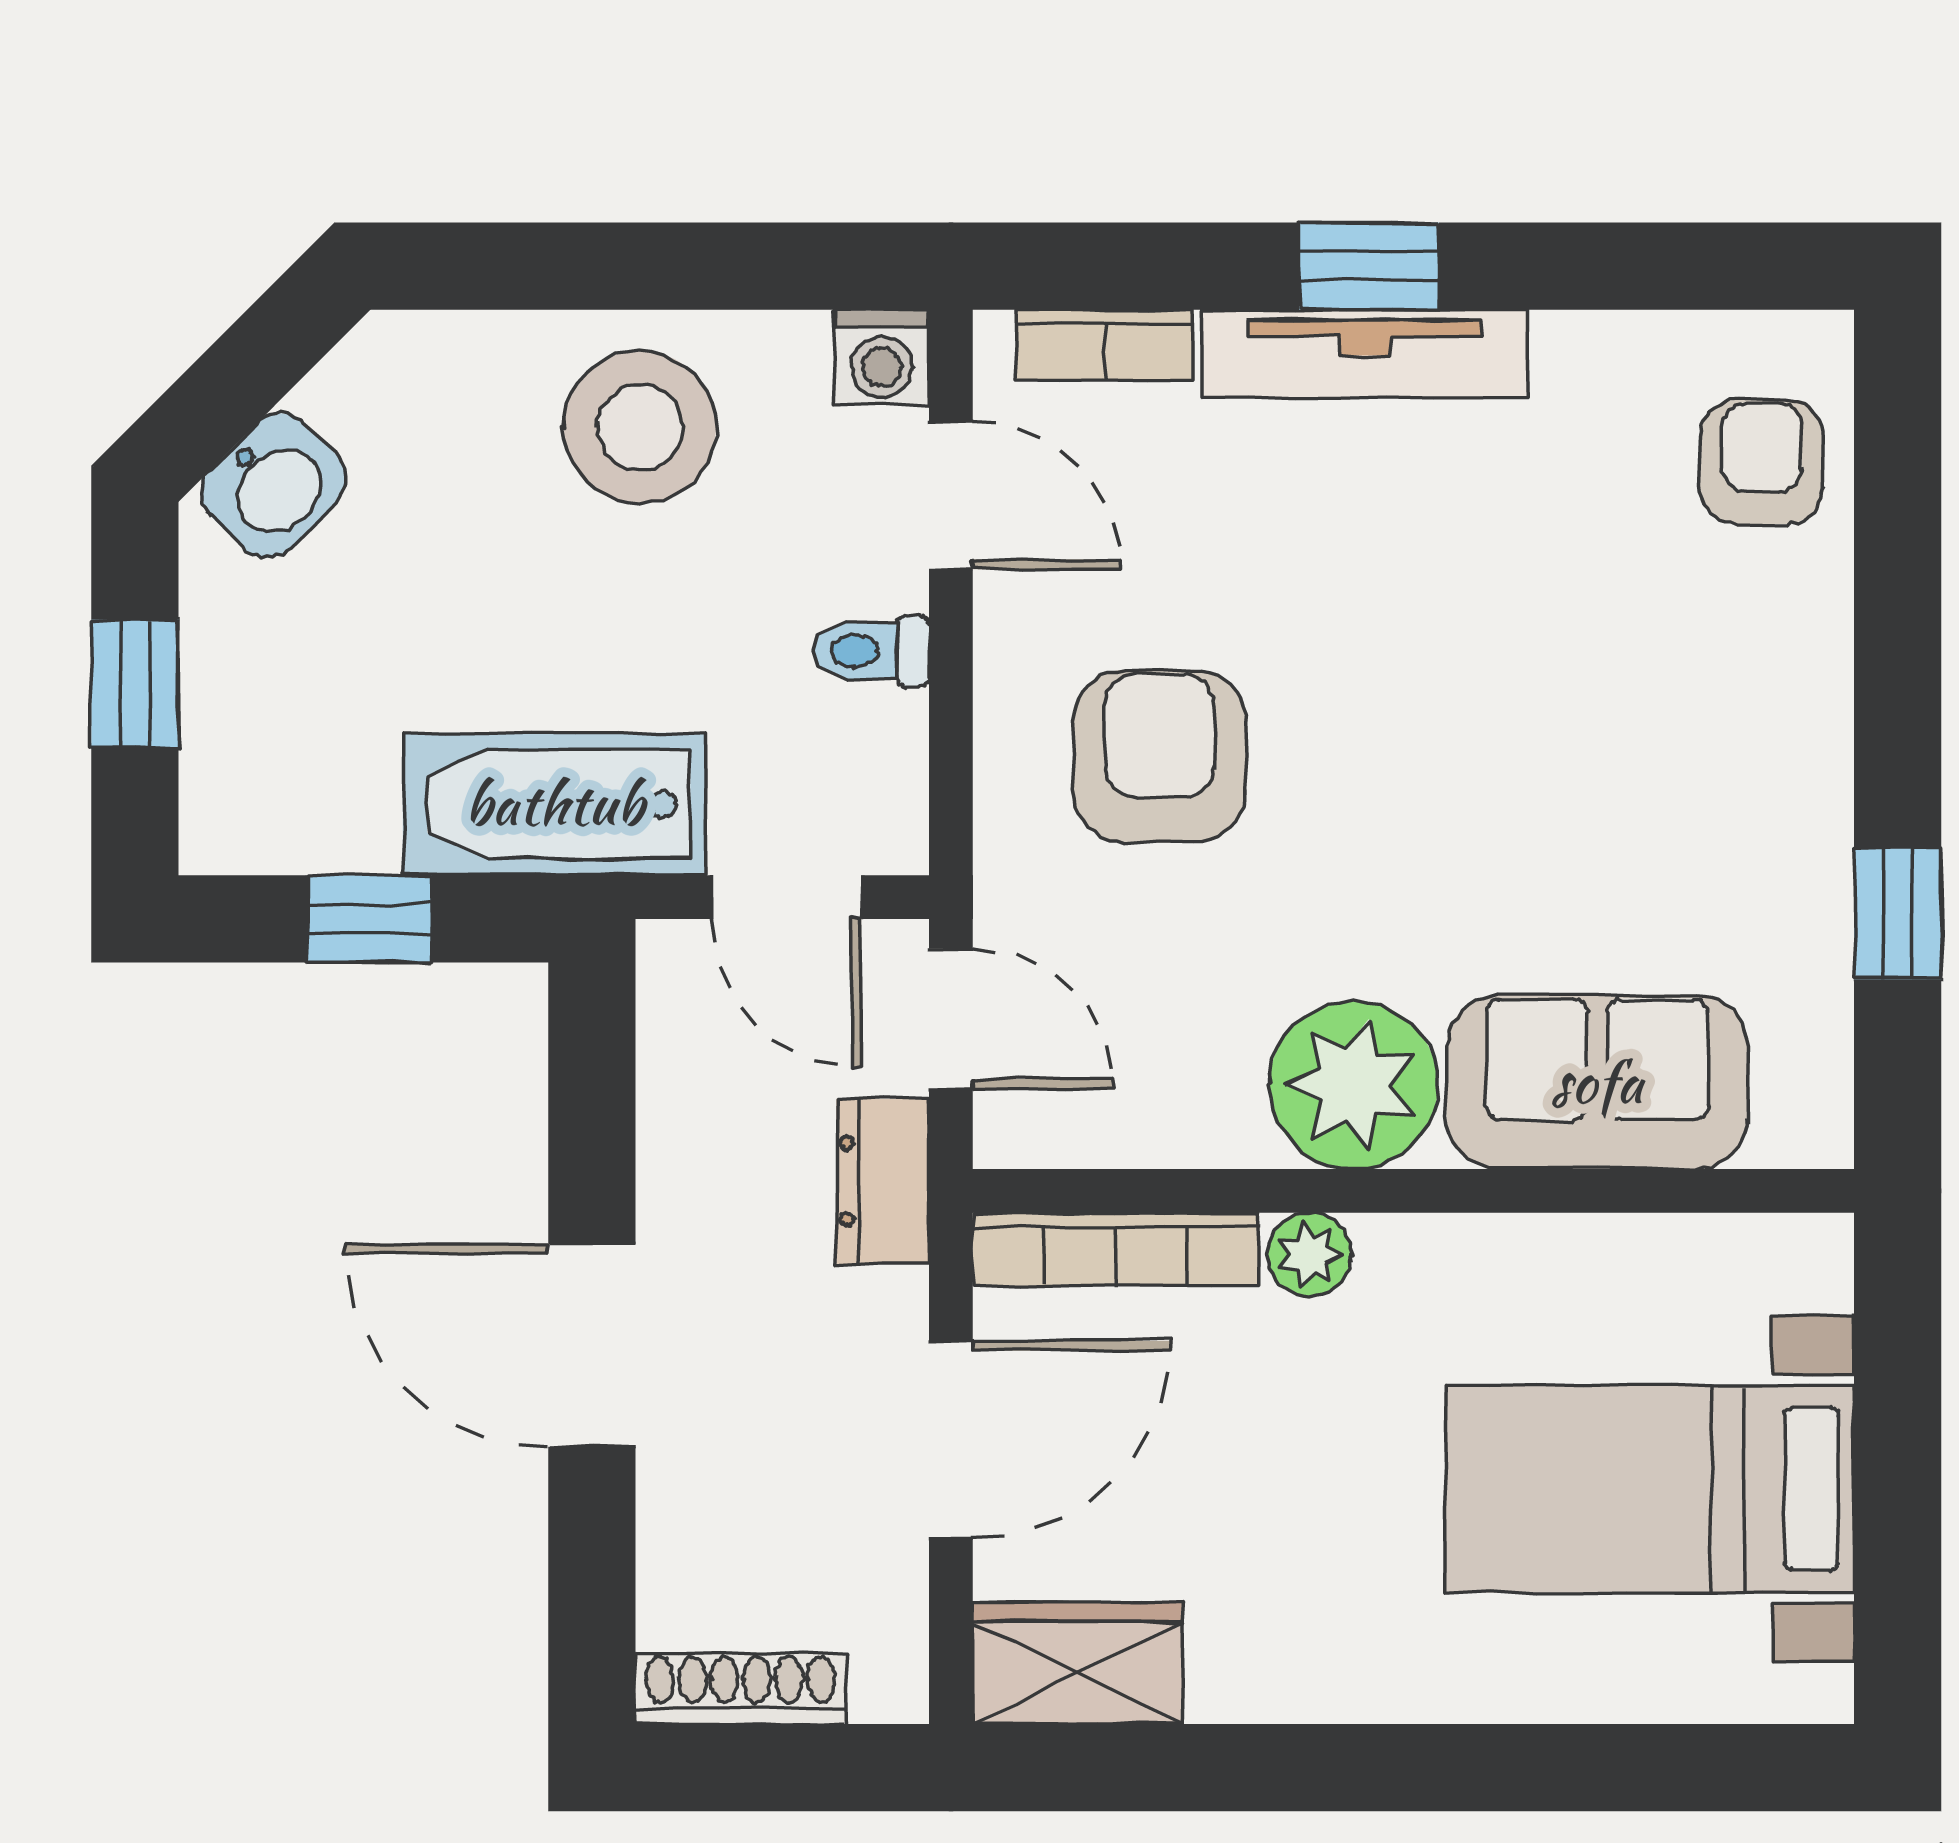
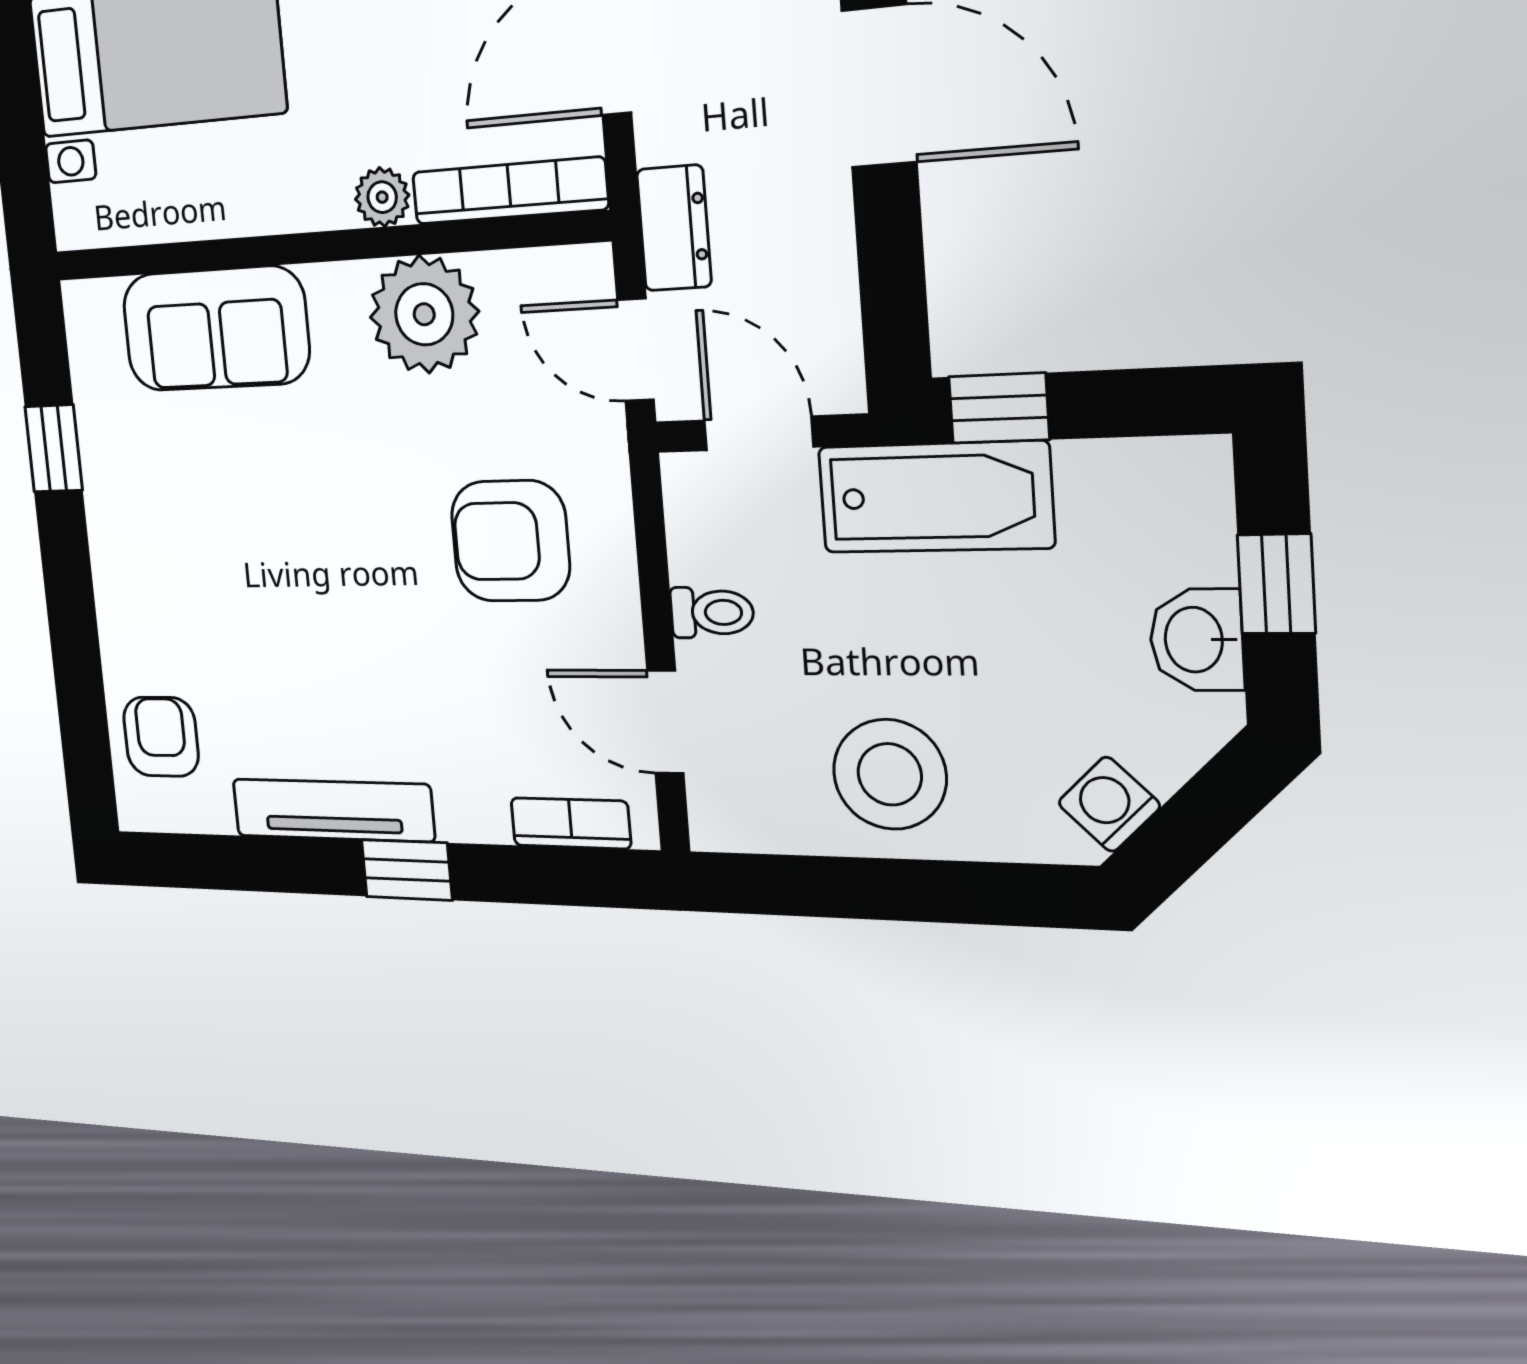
tv unit: (1364, 354) -> (333, 810), moved
washing machine: (882, 357) -> (1109, 804), moved, turned -45
armchair: (1762, 462) -> (161, 737), turned 180
washbasin: (274, 485) -> (1196, 640), moved, turned -45
armchair: (1160, 756) -> (510, 541), turned 90
window: (370, 919) -> (999, 408), moved
plant: (1354, 1085) -> (424, 314), moved

